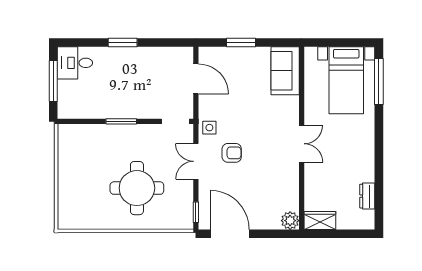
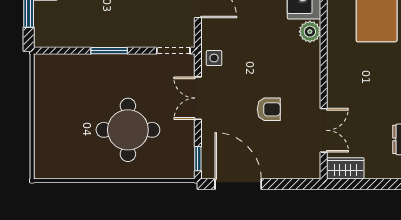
double door: (302, 144) -> (324, 130), moved
armchair: (232, 153) -> (269, 109), moved
plant: (290, 221) -> (310, 32), moved

